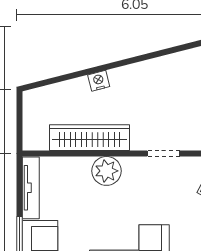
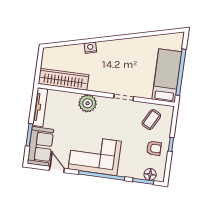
wardrobe: (90, 138) -> (63, 79), moved

